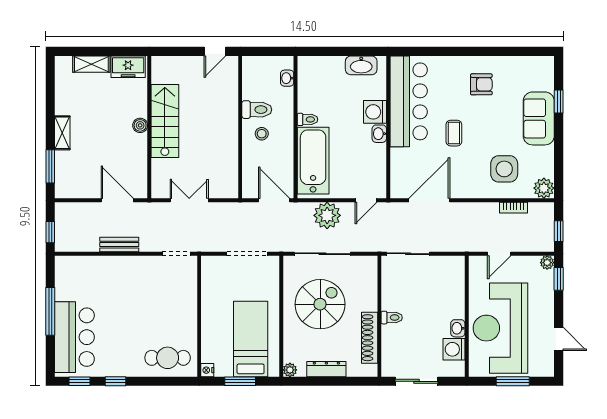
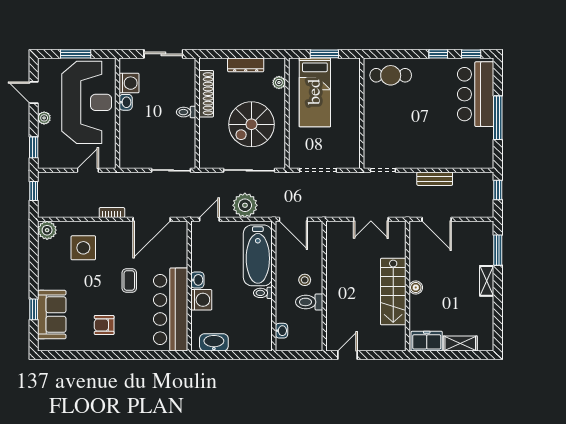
sofa: (539, 118) -> (52, 315), moved
bookcase: (514, 208) -> (112, 213), moved
plant: (547, 263) -> (44, 118), moved
nightstand: (207, 370) -> (354, 64), removed
plant: (290, 370) -> (279, 83), moved

